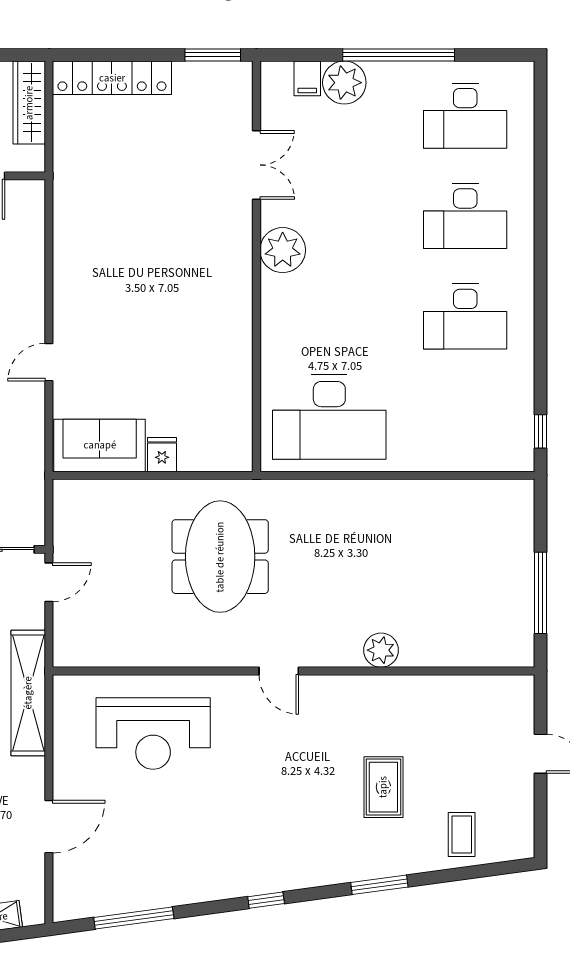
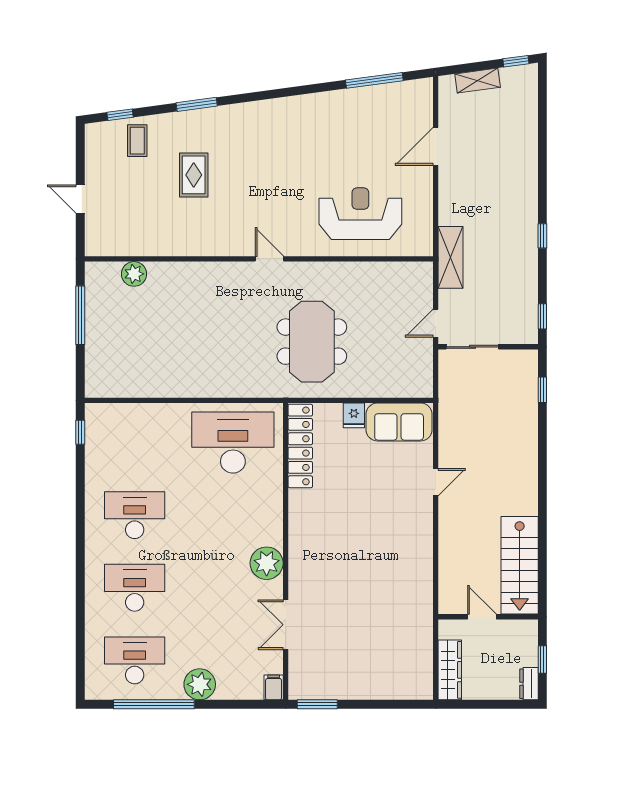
window: (399, 55) -> (154, 704), moved
locker: (112, 78) -> (300, 446), moved, turned 90
filing cabinet: (307, 78) -> (274, 687), moved
plant: (344, 83) -> (200, 684), moved
plant: (381, 650) -> (134, 274), moved
shelving: (28, 693) -> (451, 257), width x0.68
window: (266, 900) -> (120, 115), moved

